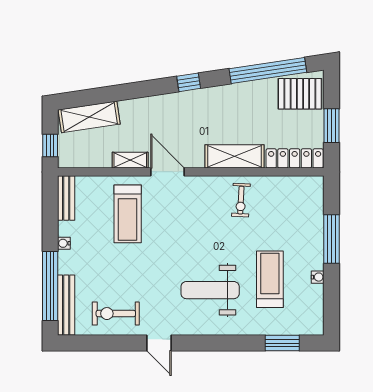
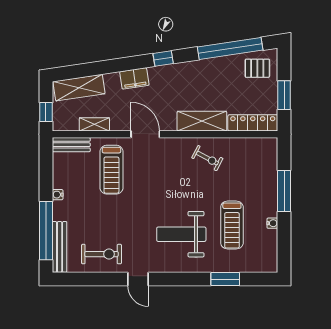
pallet: (300, 94) -> (257, 68), width x0.67, depth x0.71
filing cabinet: (155, 106) -> (134, 78), added
shelving: (130, 160) -> (94, 124), moved
bench: (66, 198) -> (71, 145), moved, turned 90
exercise bike: (241, 200) -> (207, 158), turned -65
treadmill: (270, 279) -> (232, 225), turned 180
exercise bike: (116, 314) -> (102, 254), turned 180
window: (282, 343) -> (225, 279), moved

